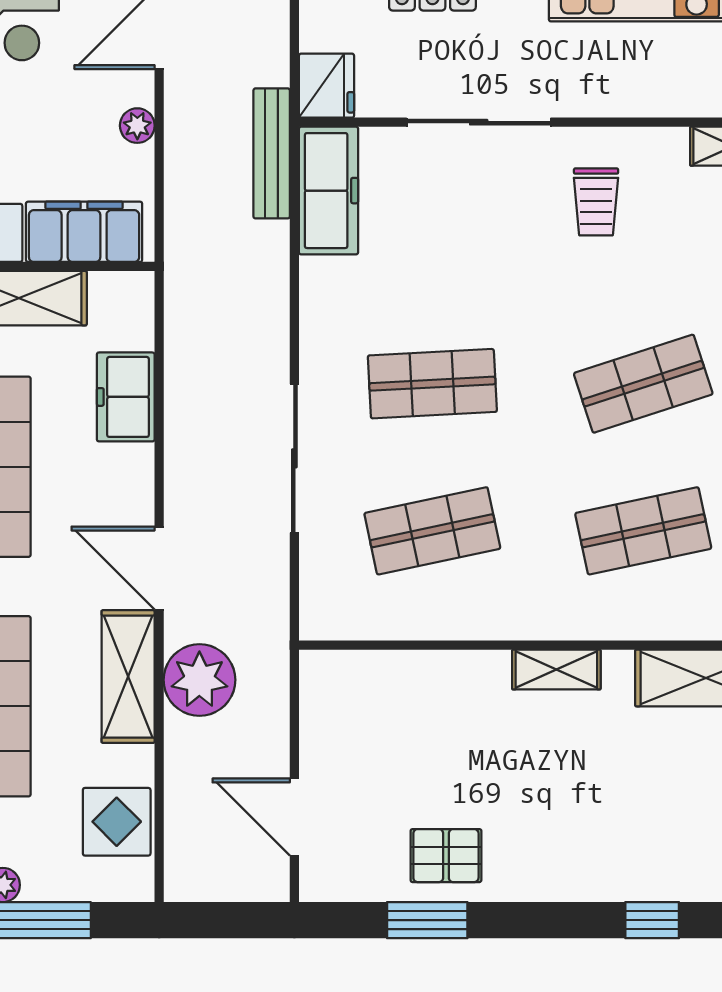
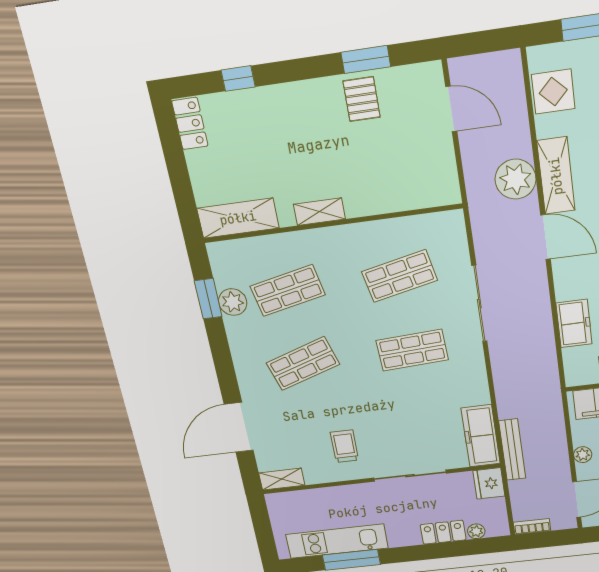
pallet: (446, 856) -> (362, 99), turned 90

